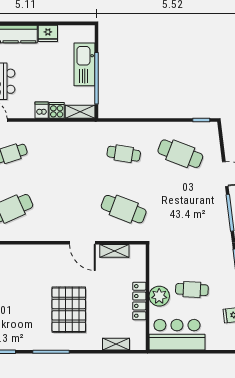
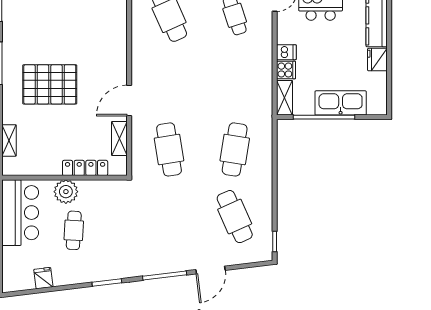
cafe table: (124, 154) -> (235, 149), width x1.37, depth x1.35
cafe table: (180, 154) -> (235, 217), turned -45
cafe table: (124, 209) -> (169, 149), turned -30
locker: (139, 301) -> (85, 168), moved

